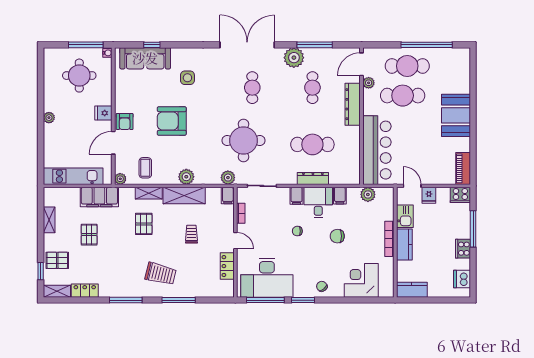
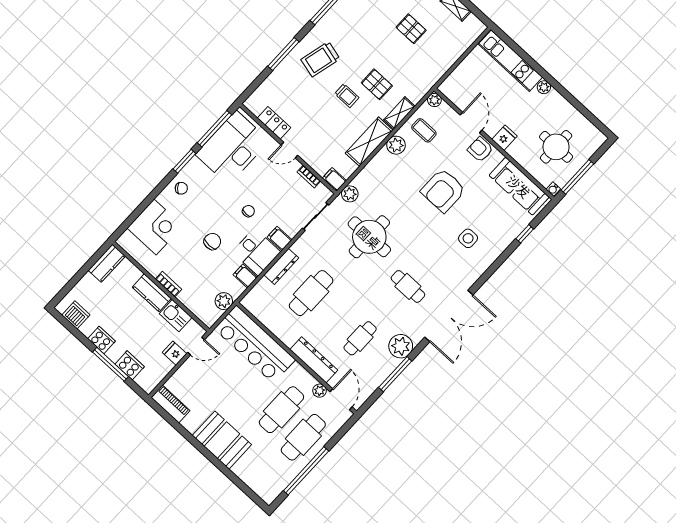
sofa: (145, 58) -> (519, 186), moved, turned -90
cafe table: (312, 88) -> (360, 338), turned 90
armchair: (172, 121) -> (443, 190), turned 180
kitchen unit: (73, 176) -> (510, 61), moved, turned 90
plant: (186, 177) -> (396, 145), moved
cooker: (460, 195) -> (130, 365), moved, turned 90
filing cabinet: (99, 197) -> (435, 68), removed
trolley: (191, 234) -> (347, 96), moved
bookcase: (389, 239) -> (168, 284), width x0.64

